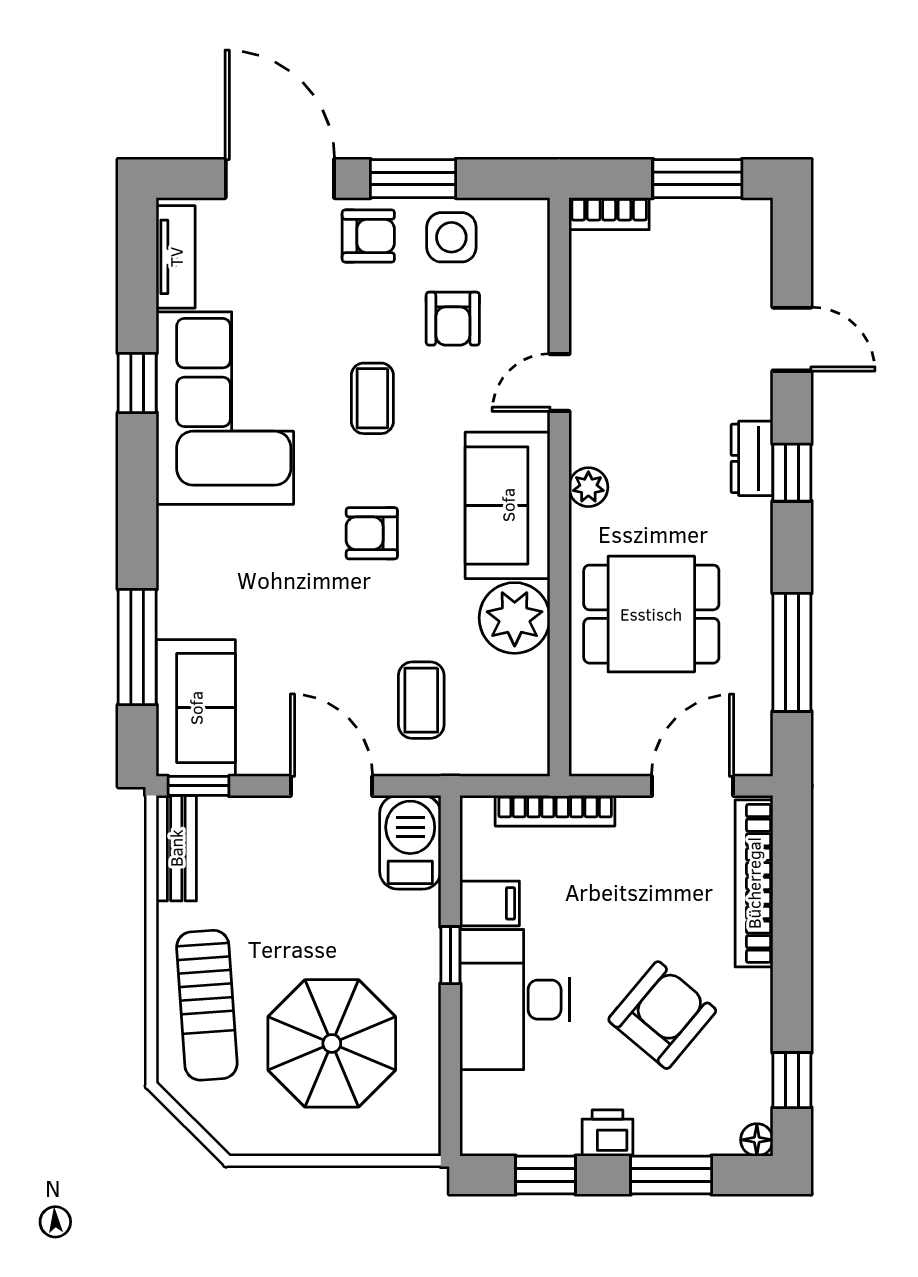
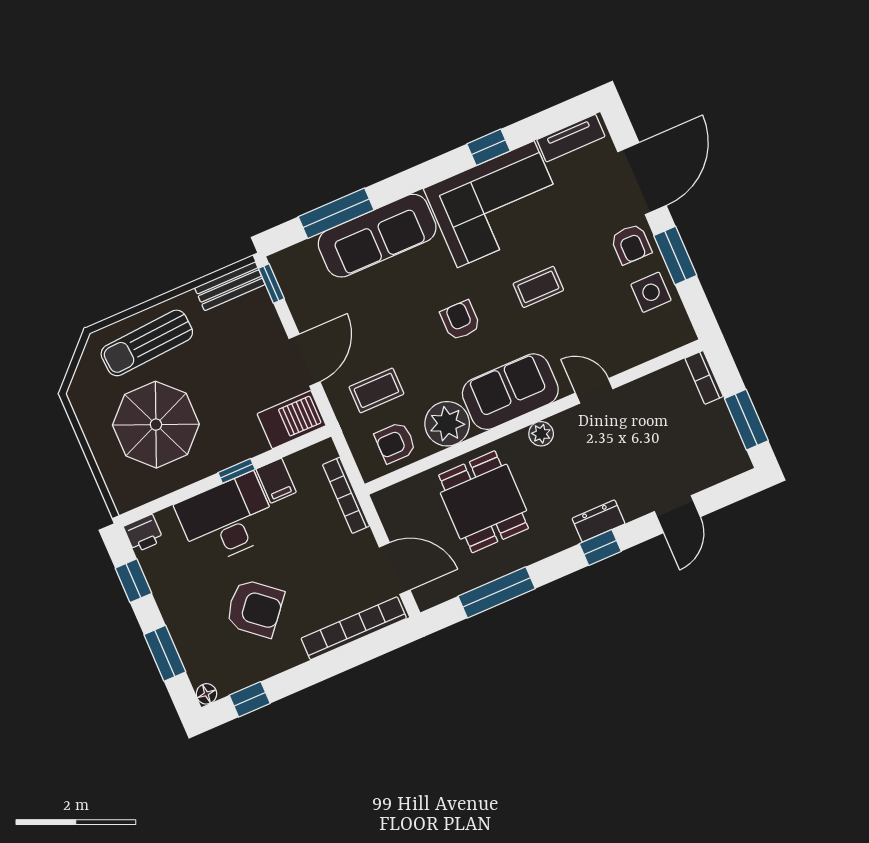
armchair: (453, 319) -> (395, 443), moved
sofa: (196, 708) -> (377, 236), moved, width x1.36
printer: (608, 1133) -> (143, 534), moved, turned 90

